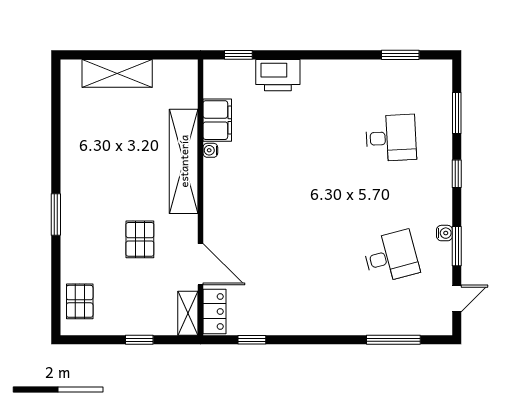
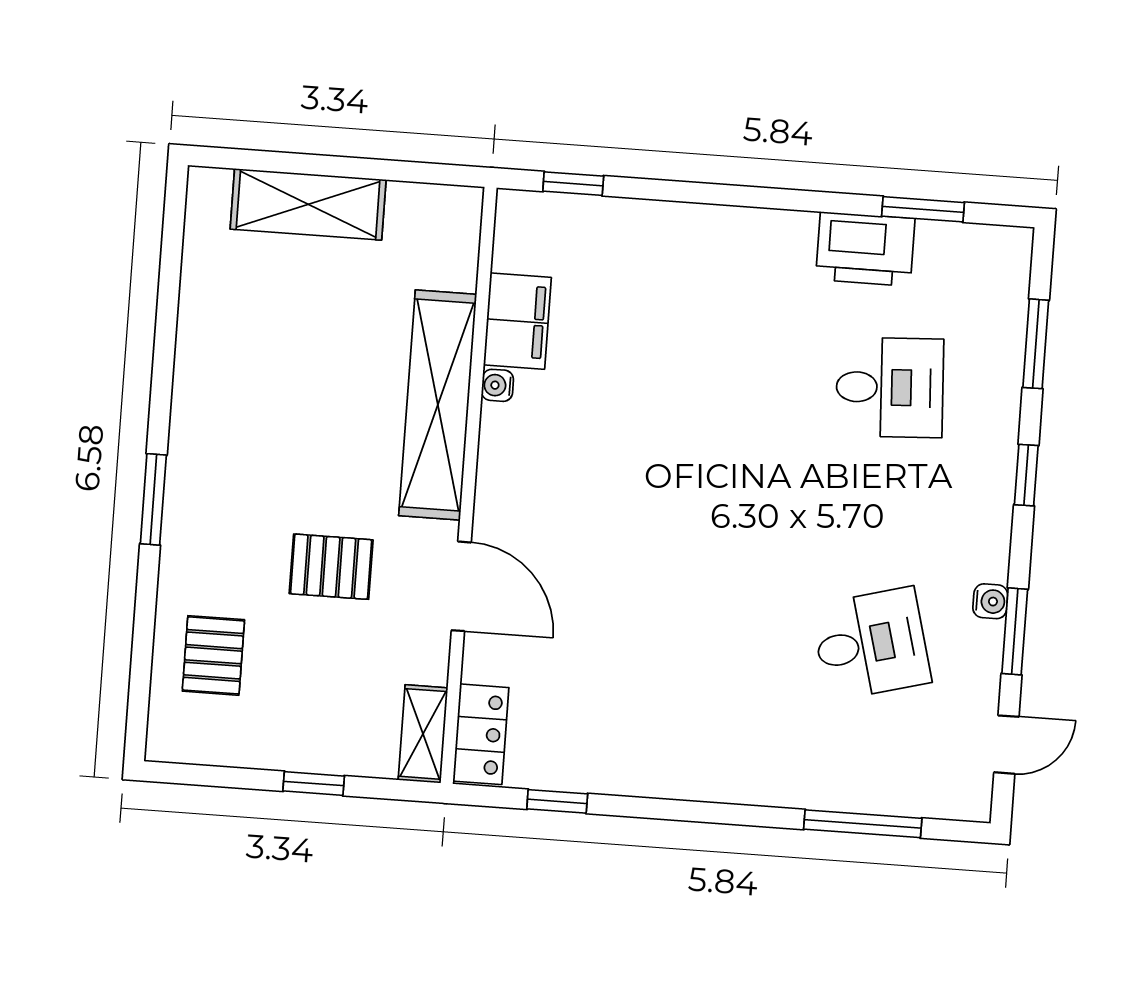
printer: (278, 75) -> (865, 249), moved
pallet: (140, 239) -> (331, 567), turned 90
door: (200, 264) -> (461, 586), moved
pallet: (80, 301) -> (213, 655), moved

